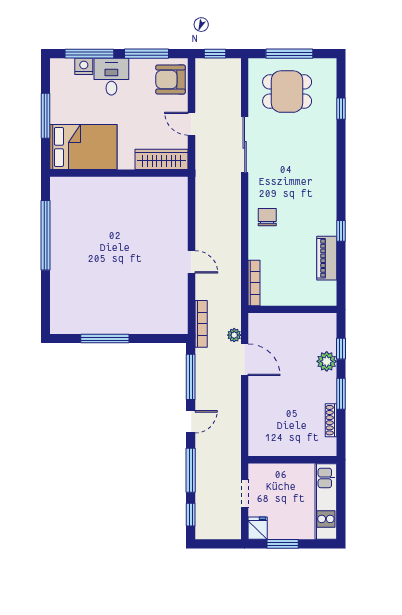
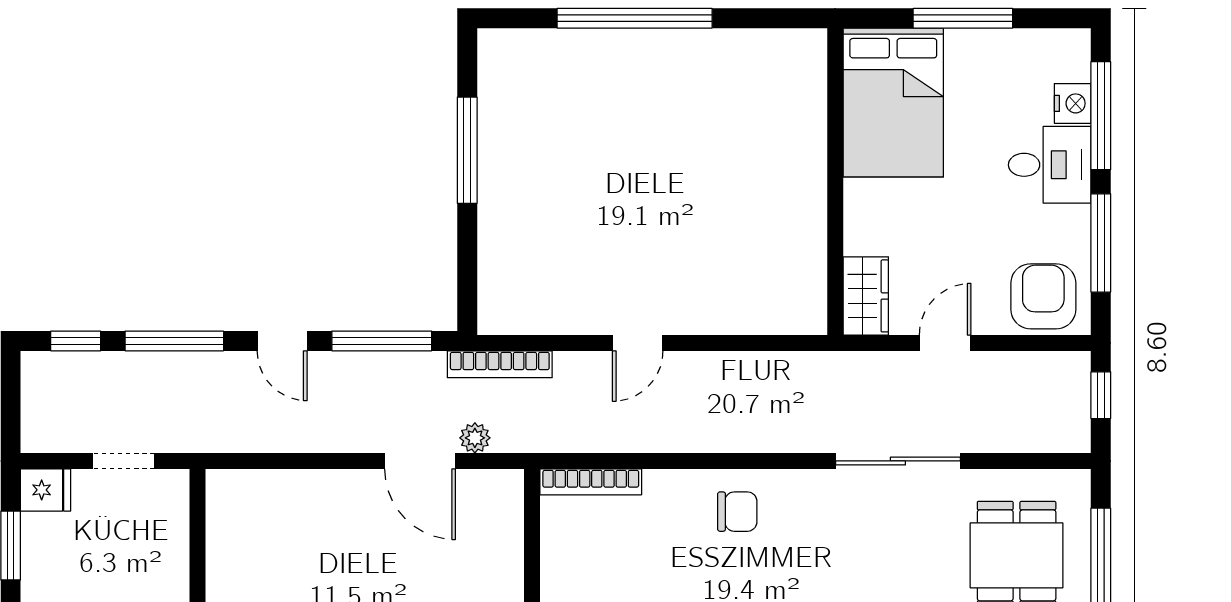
wardrobe: (162, 159) -> (866, 296), width x0.67
window: (45, 235) -> (635, 18), moved
door: (245, 360) -> (420, 461), hinge flipped

